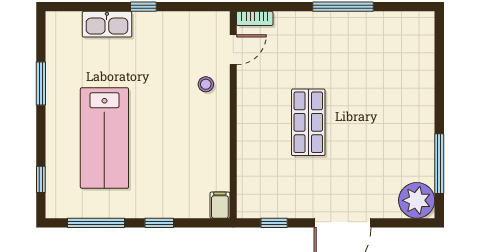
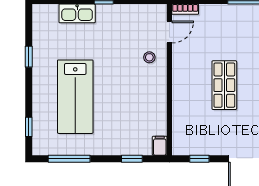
window: (41, 83) -> (29, 57), width x0.67
window: (159, 223) -> (132, 159), moved

